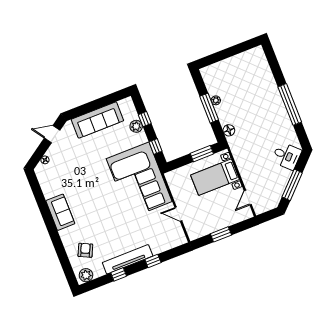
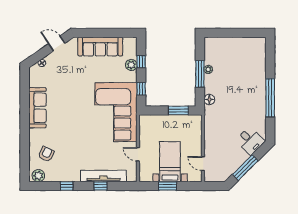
bed with nightstands: (215, 177) -> (170, 162), moved, turned 90
door: (248, 198) -> (203, 164), hinge flipped
sofa: (60, 212) -> (37, 108), width x1.36
tv unit: (128, 259) -> (103, 176), moved

